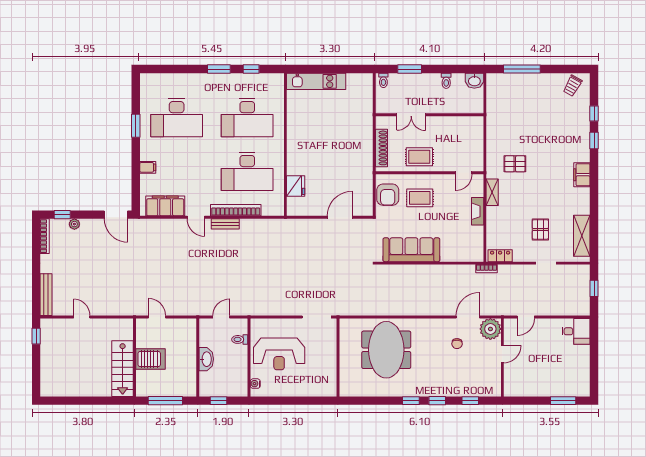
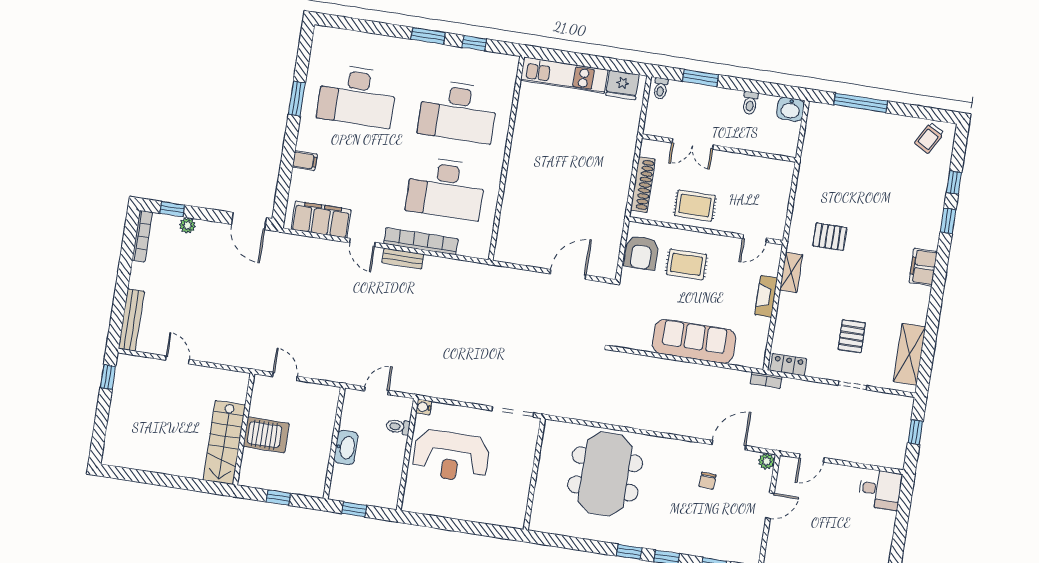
fridge: (296, 186) -> (622, 85), moved, turned 90
sofa: (411, 250) -> (694, 341), moved
plant: (490, 329) -> (767, 461), width x0.53, depth x0.53
water cooler: (255, 384) -> (424, 407), moved
window: (165, 401) -> (278, 498), width x0.46

